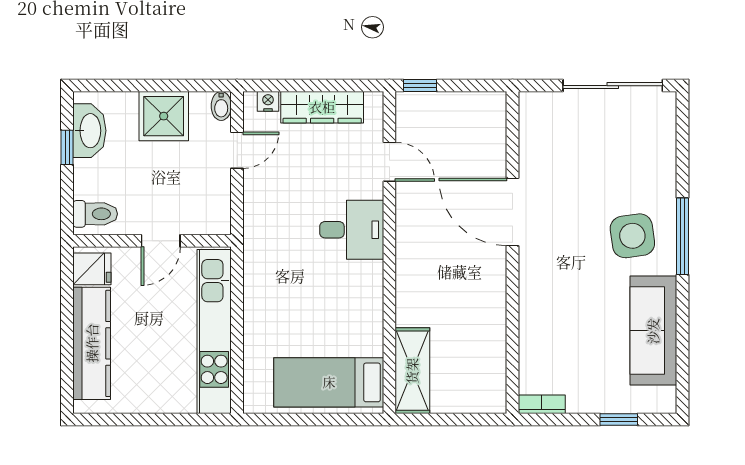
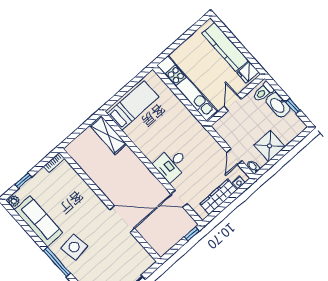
washbasin: (89, 131) -> (278, 105), moved
plant: (664, 400) -> (14, 201), added

